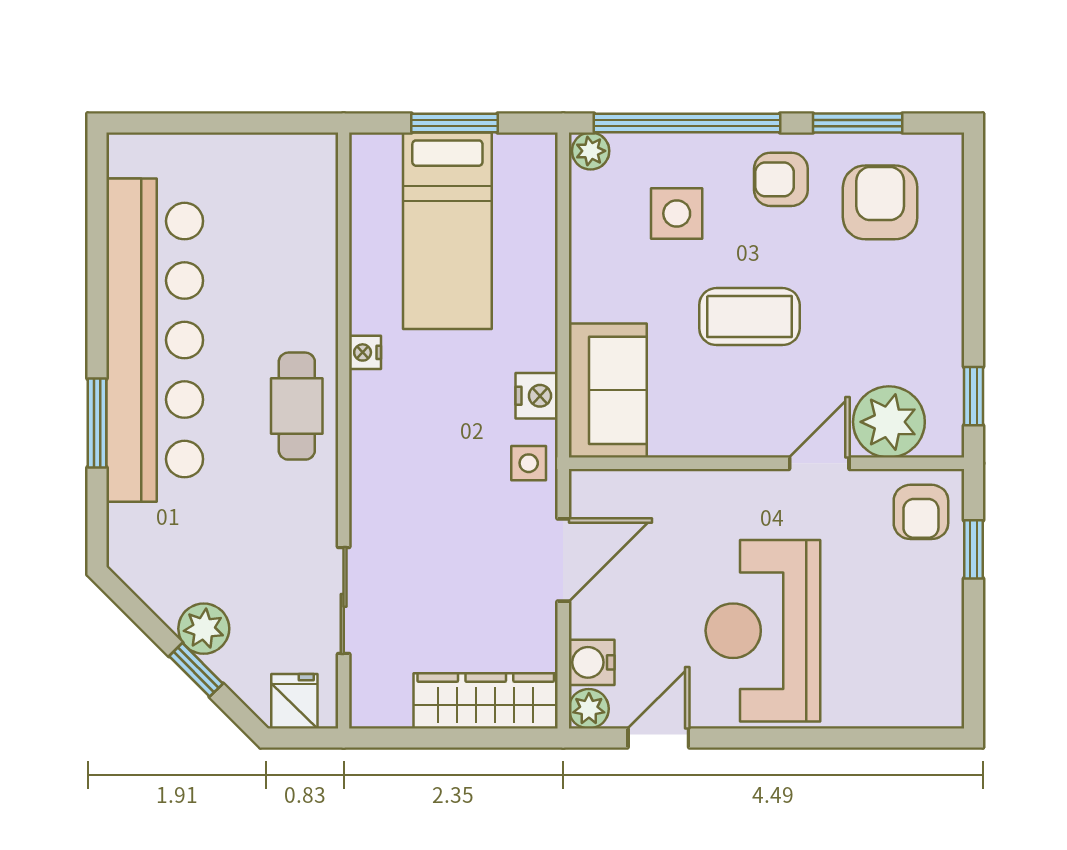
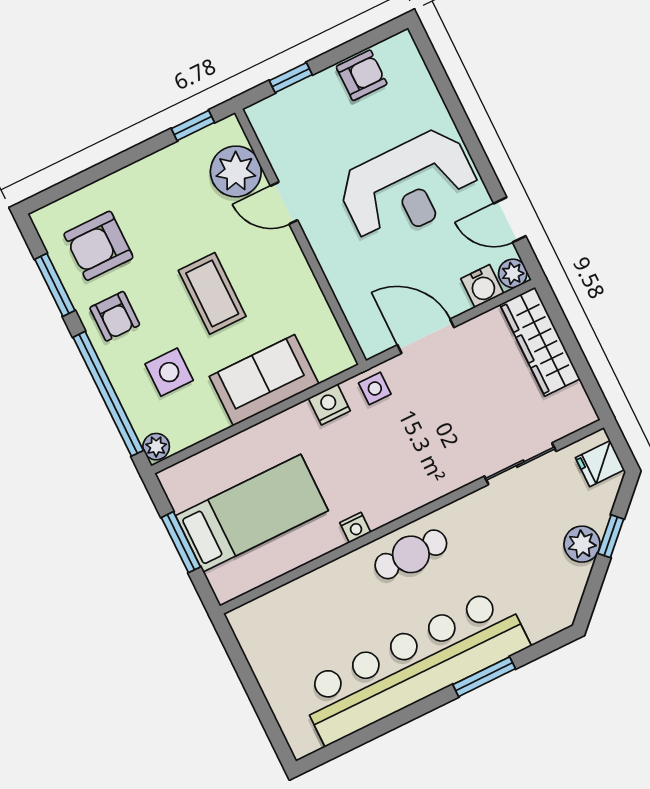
sofa: (608, 390) -> (264, 380), moved
armchair: (921, 512) -> (362, 75), moved

